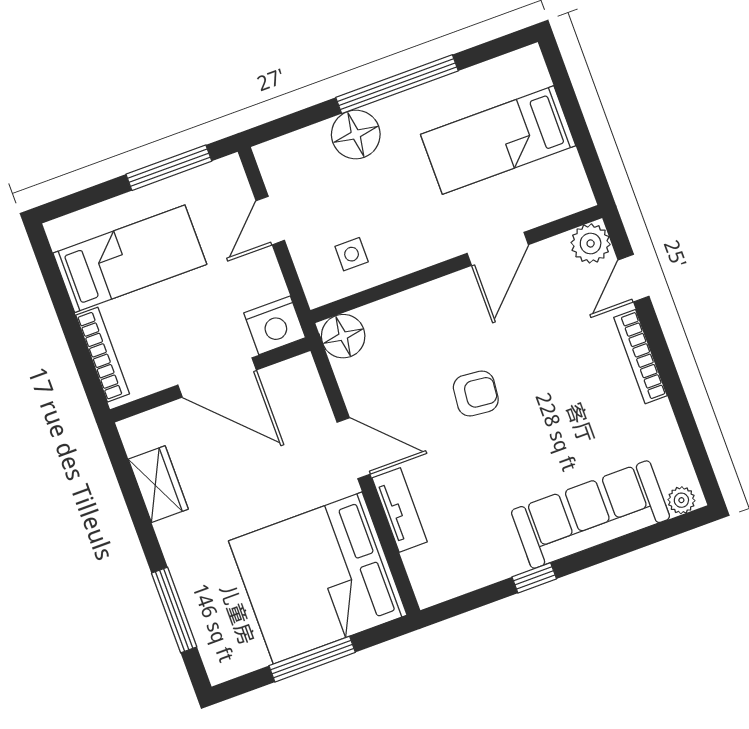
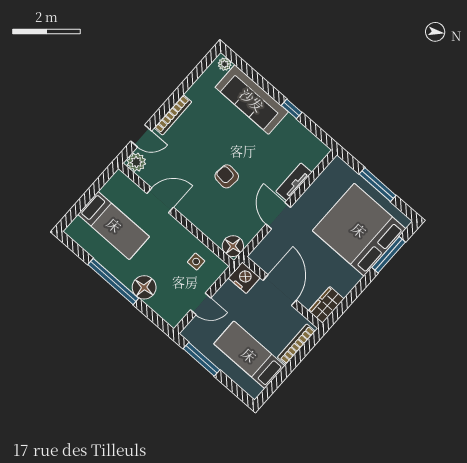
wardrobe: (158, 484) -> (326, 305), moved
bed: (318, 578) -> (359, 230), moved, turned 180

